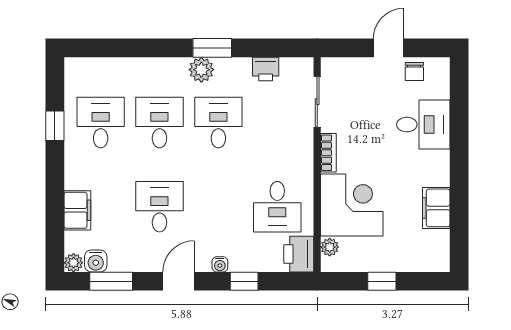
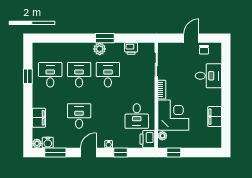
window: (382, 281) -> (174, 153), moved

